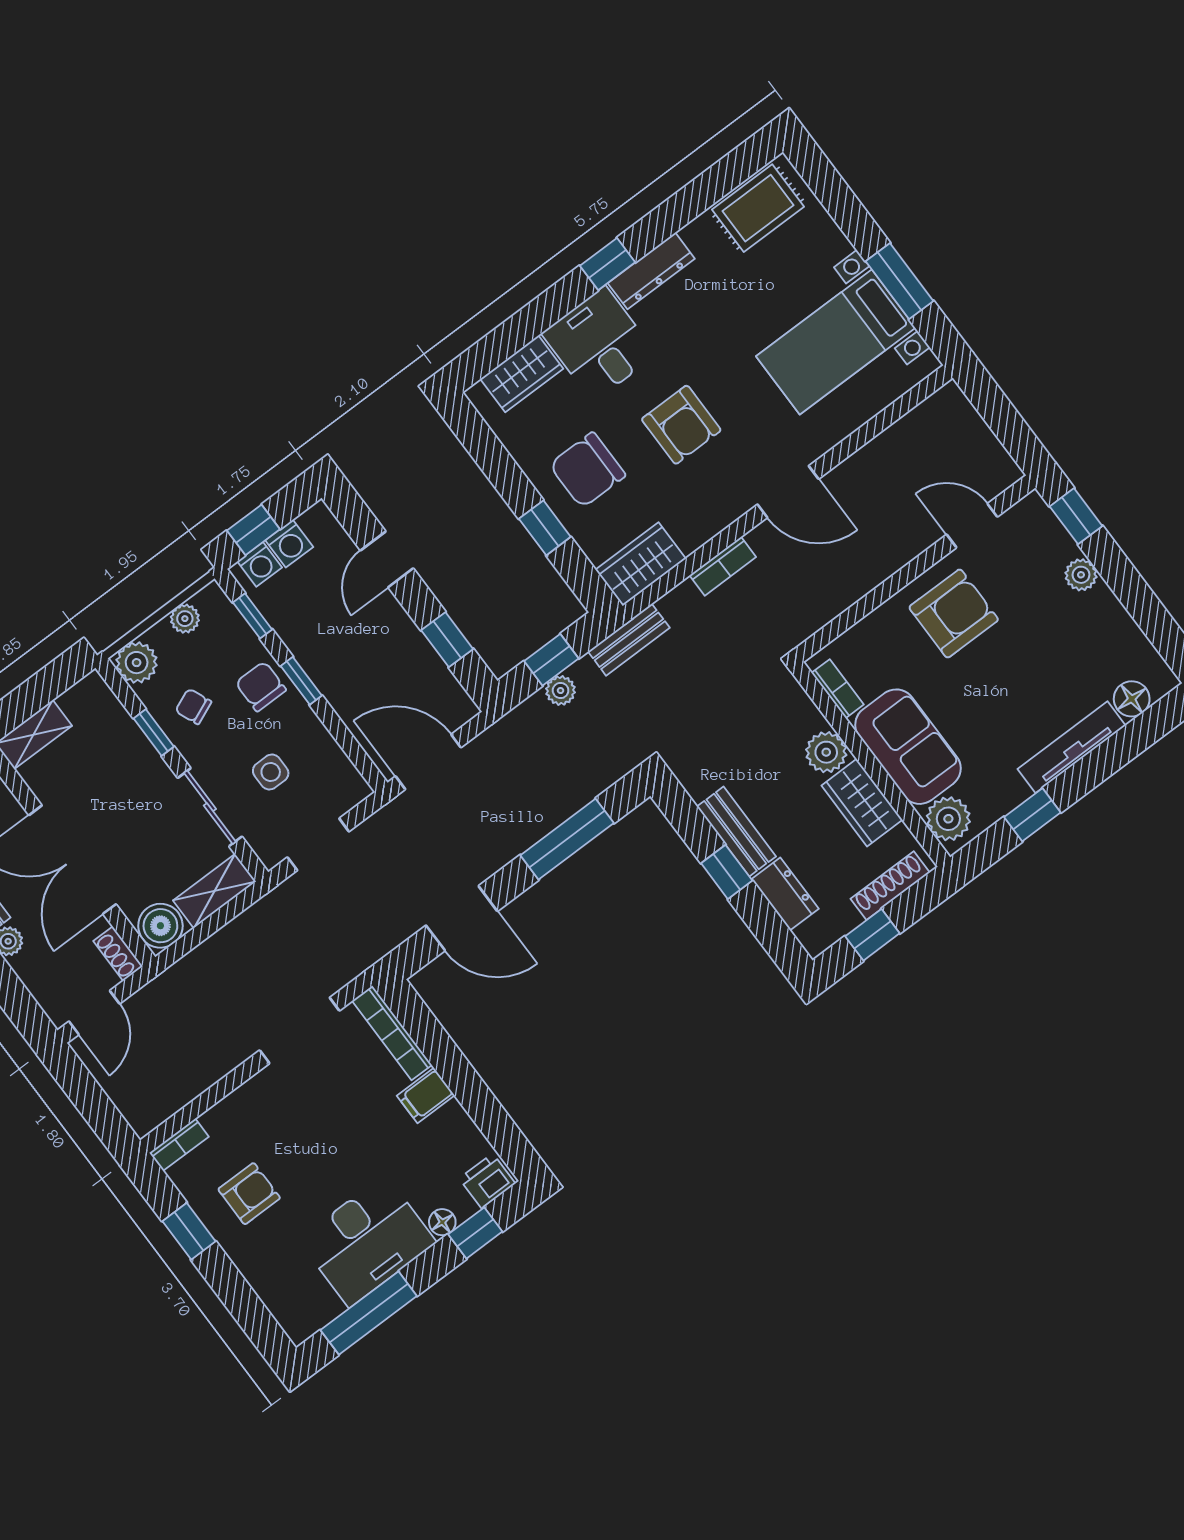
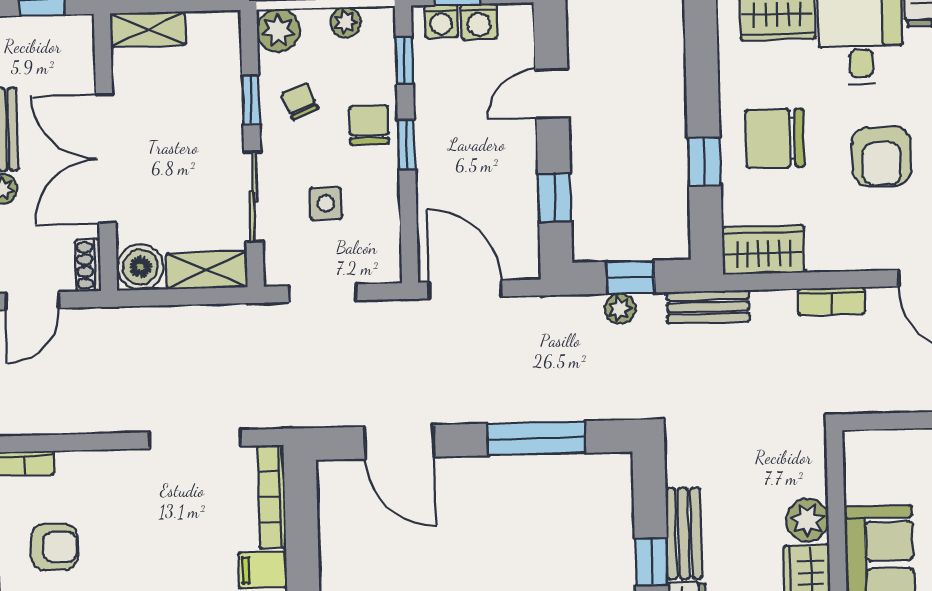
bookcase: (838, 689) -> (855, 474), removed

